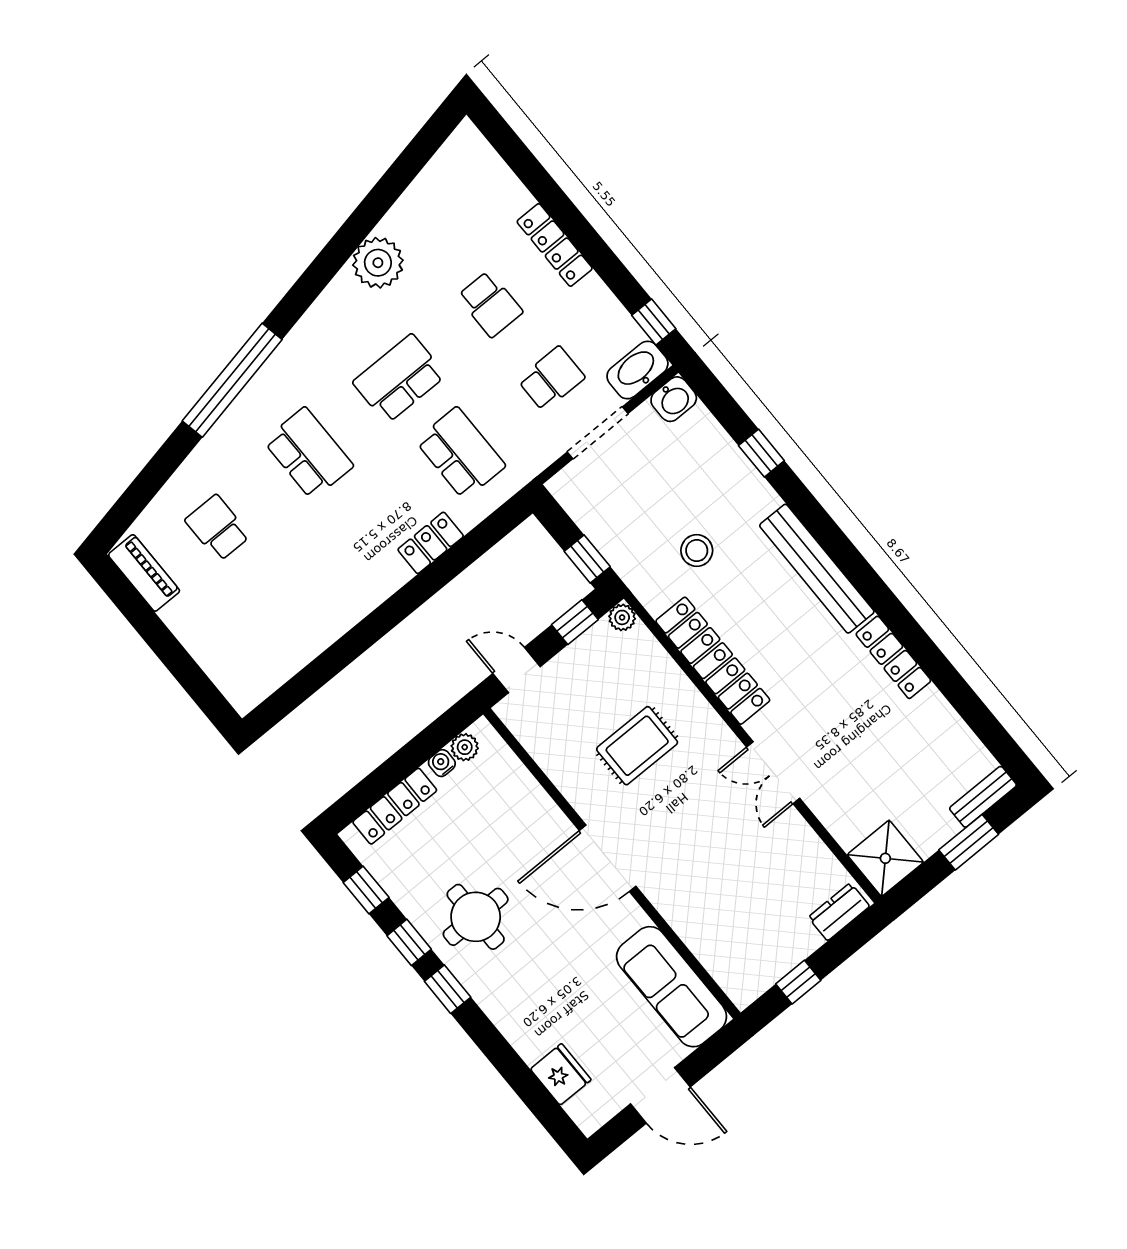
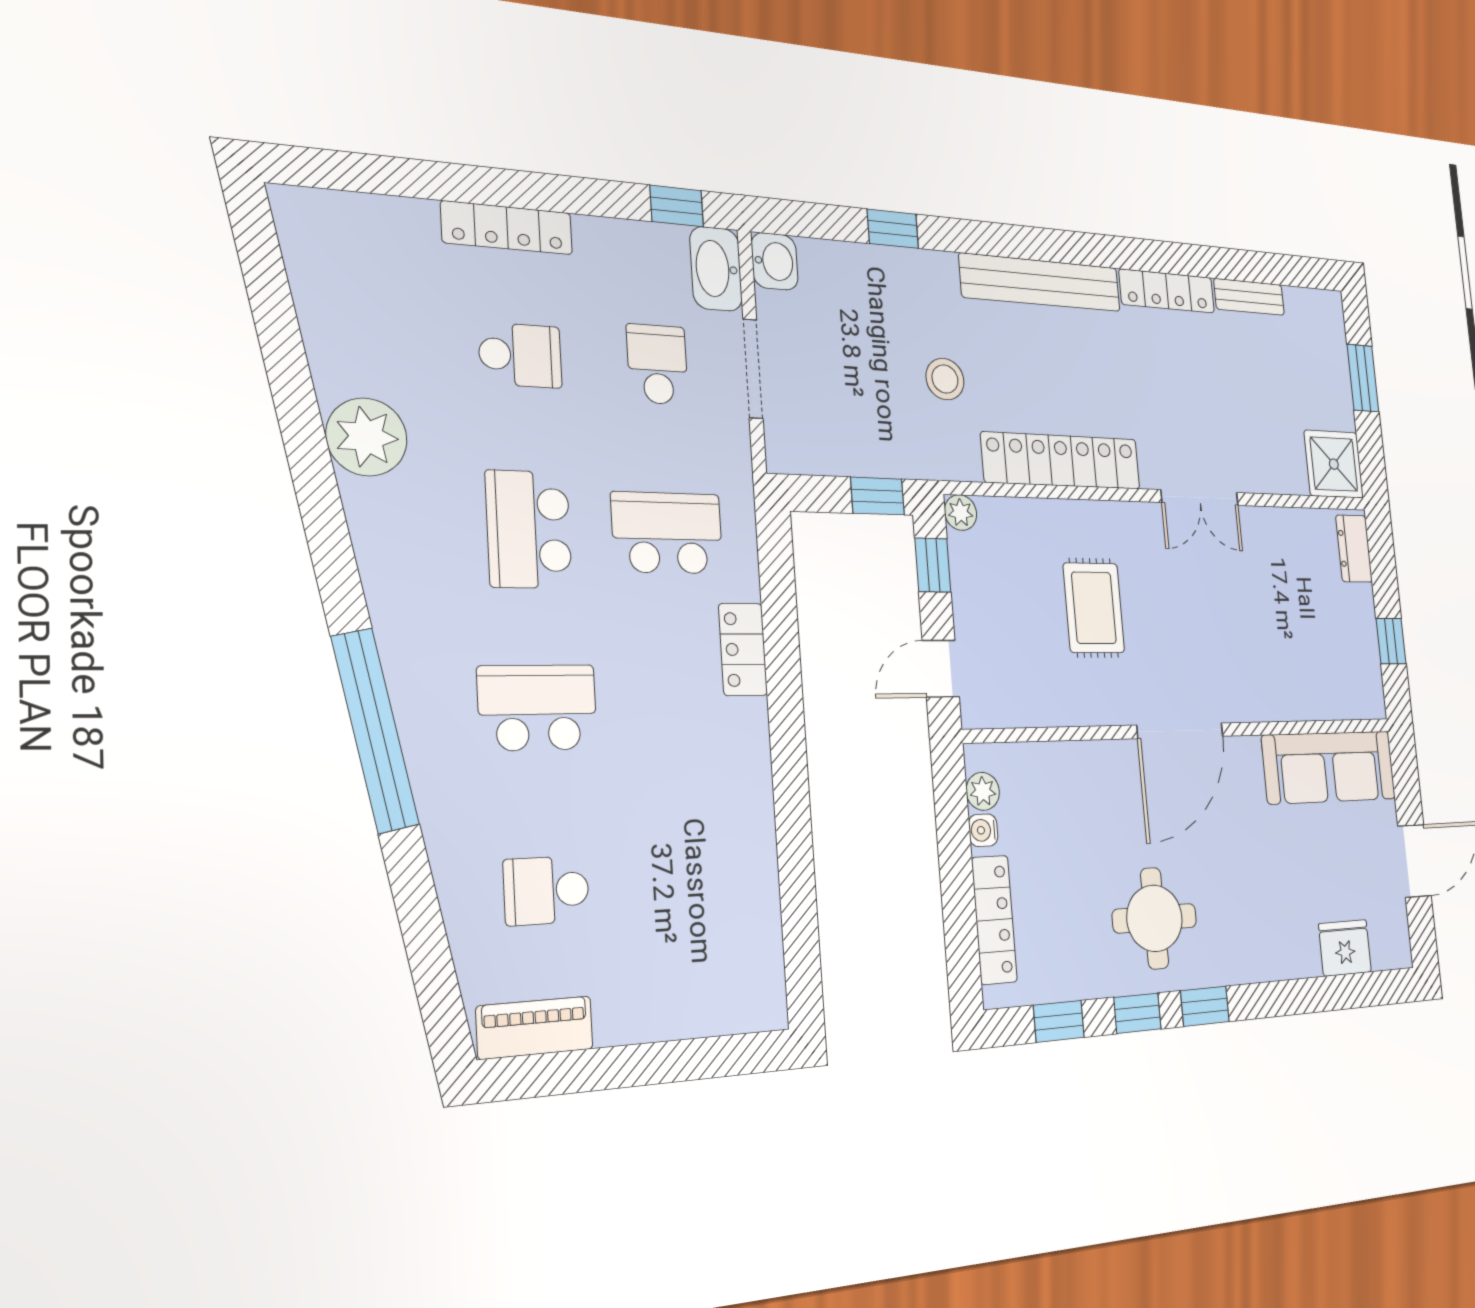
bench: (983, 797) -> (1249, 297), moved, turned 90

